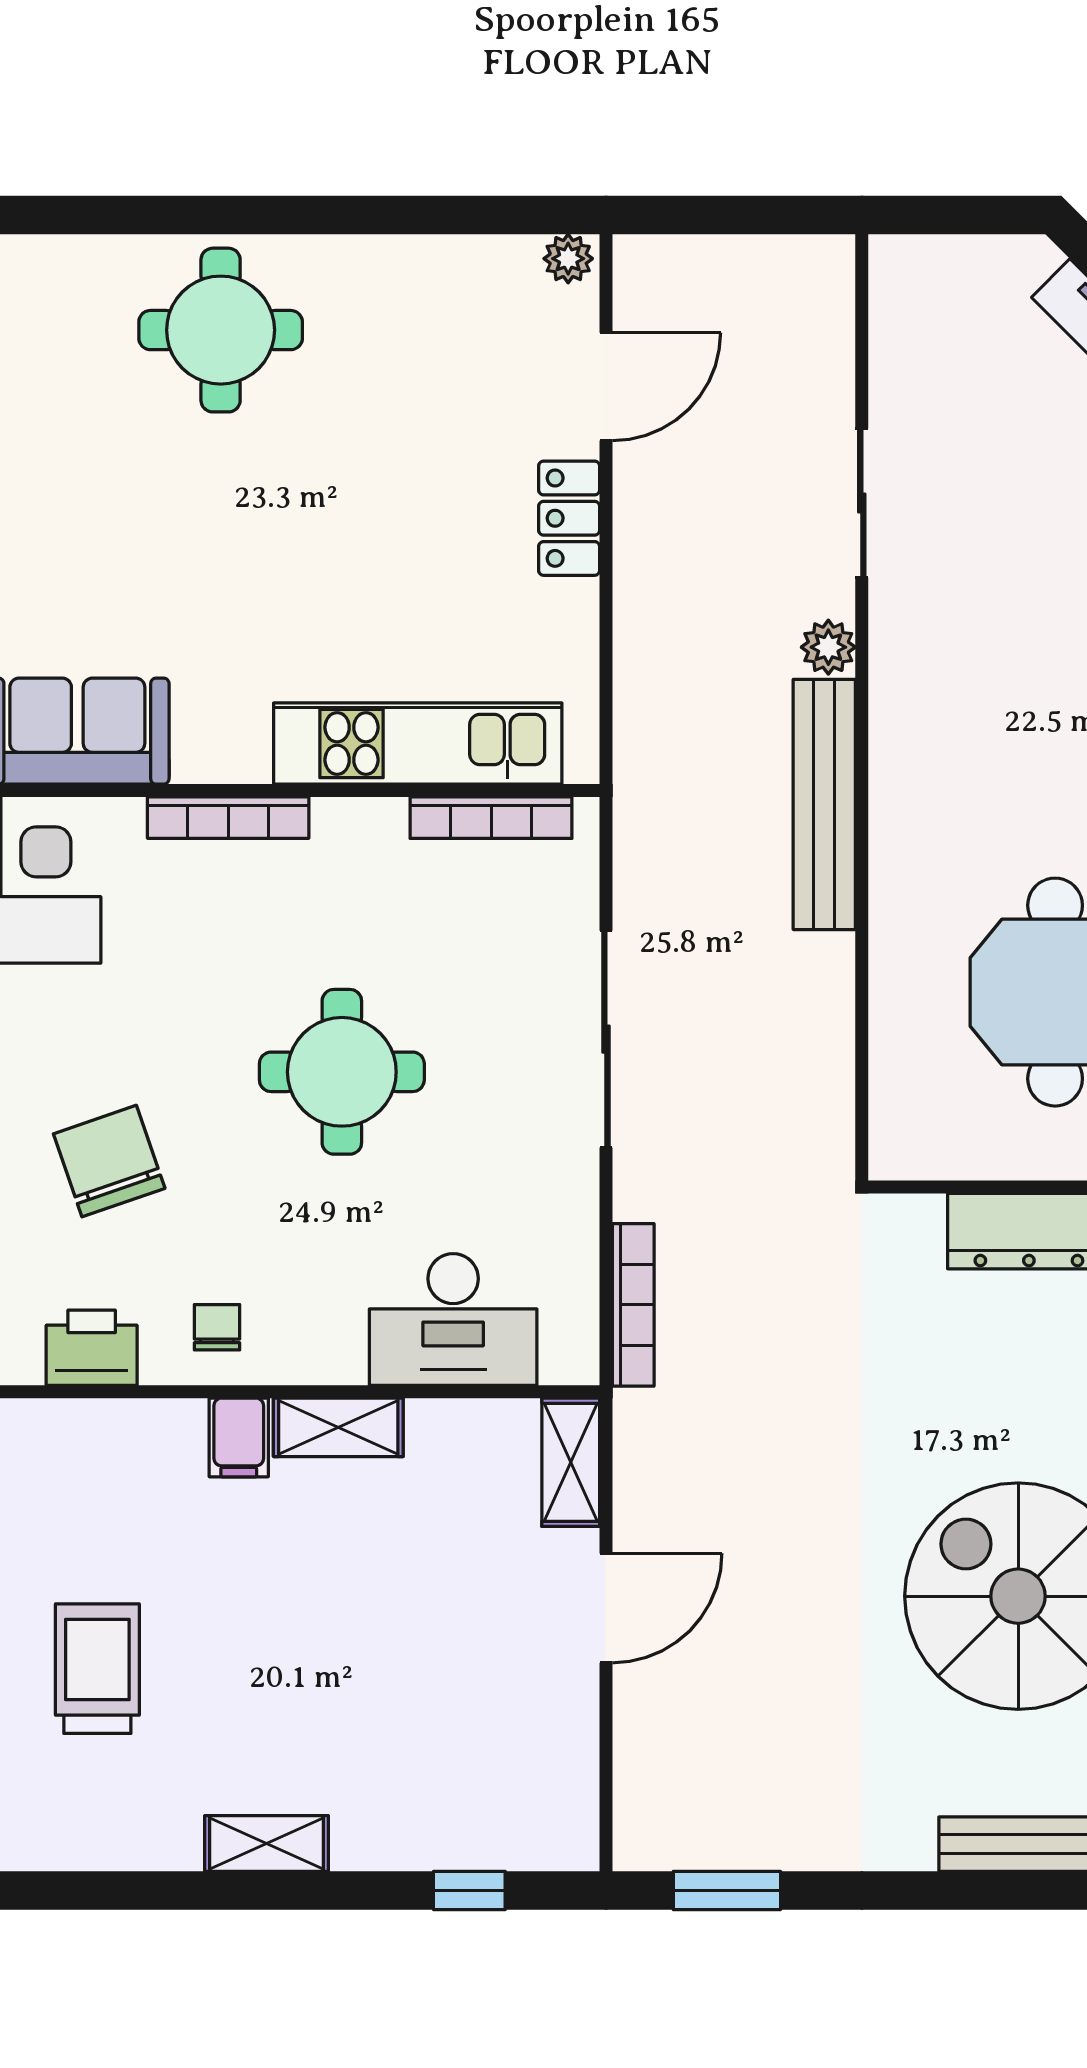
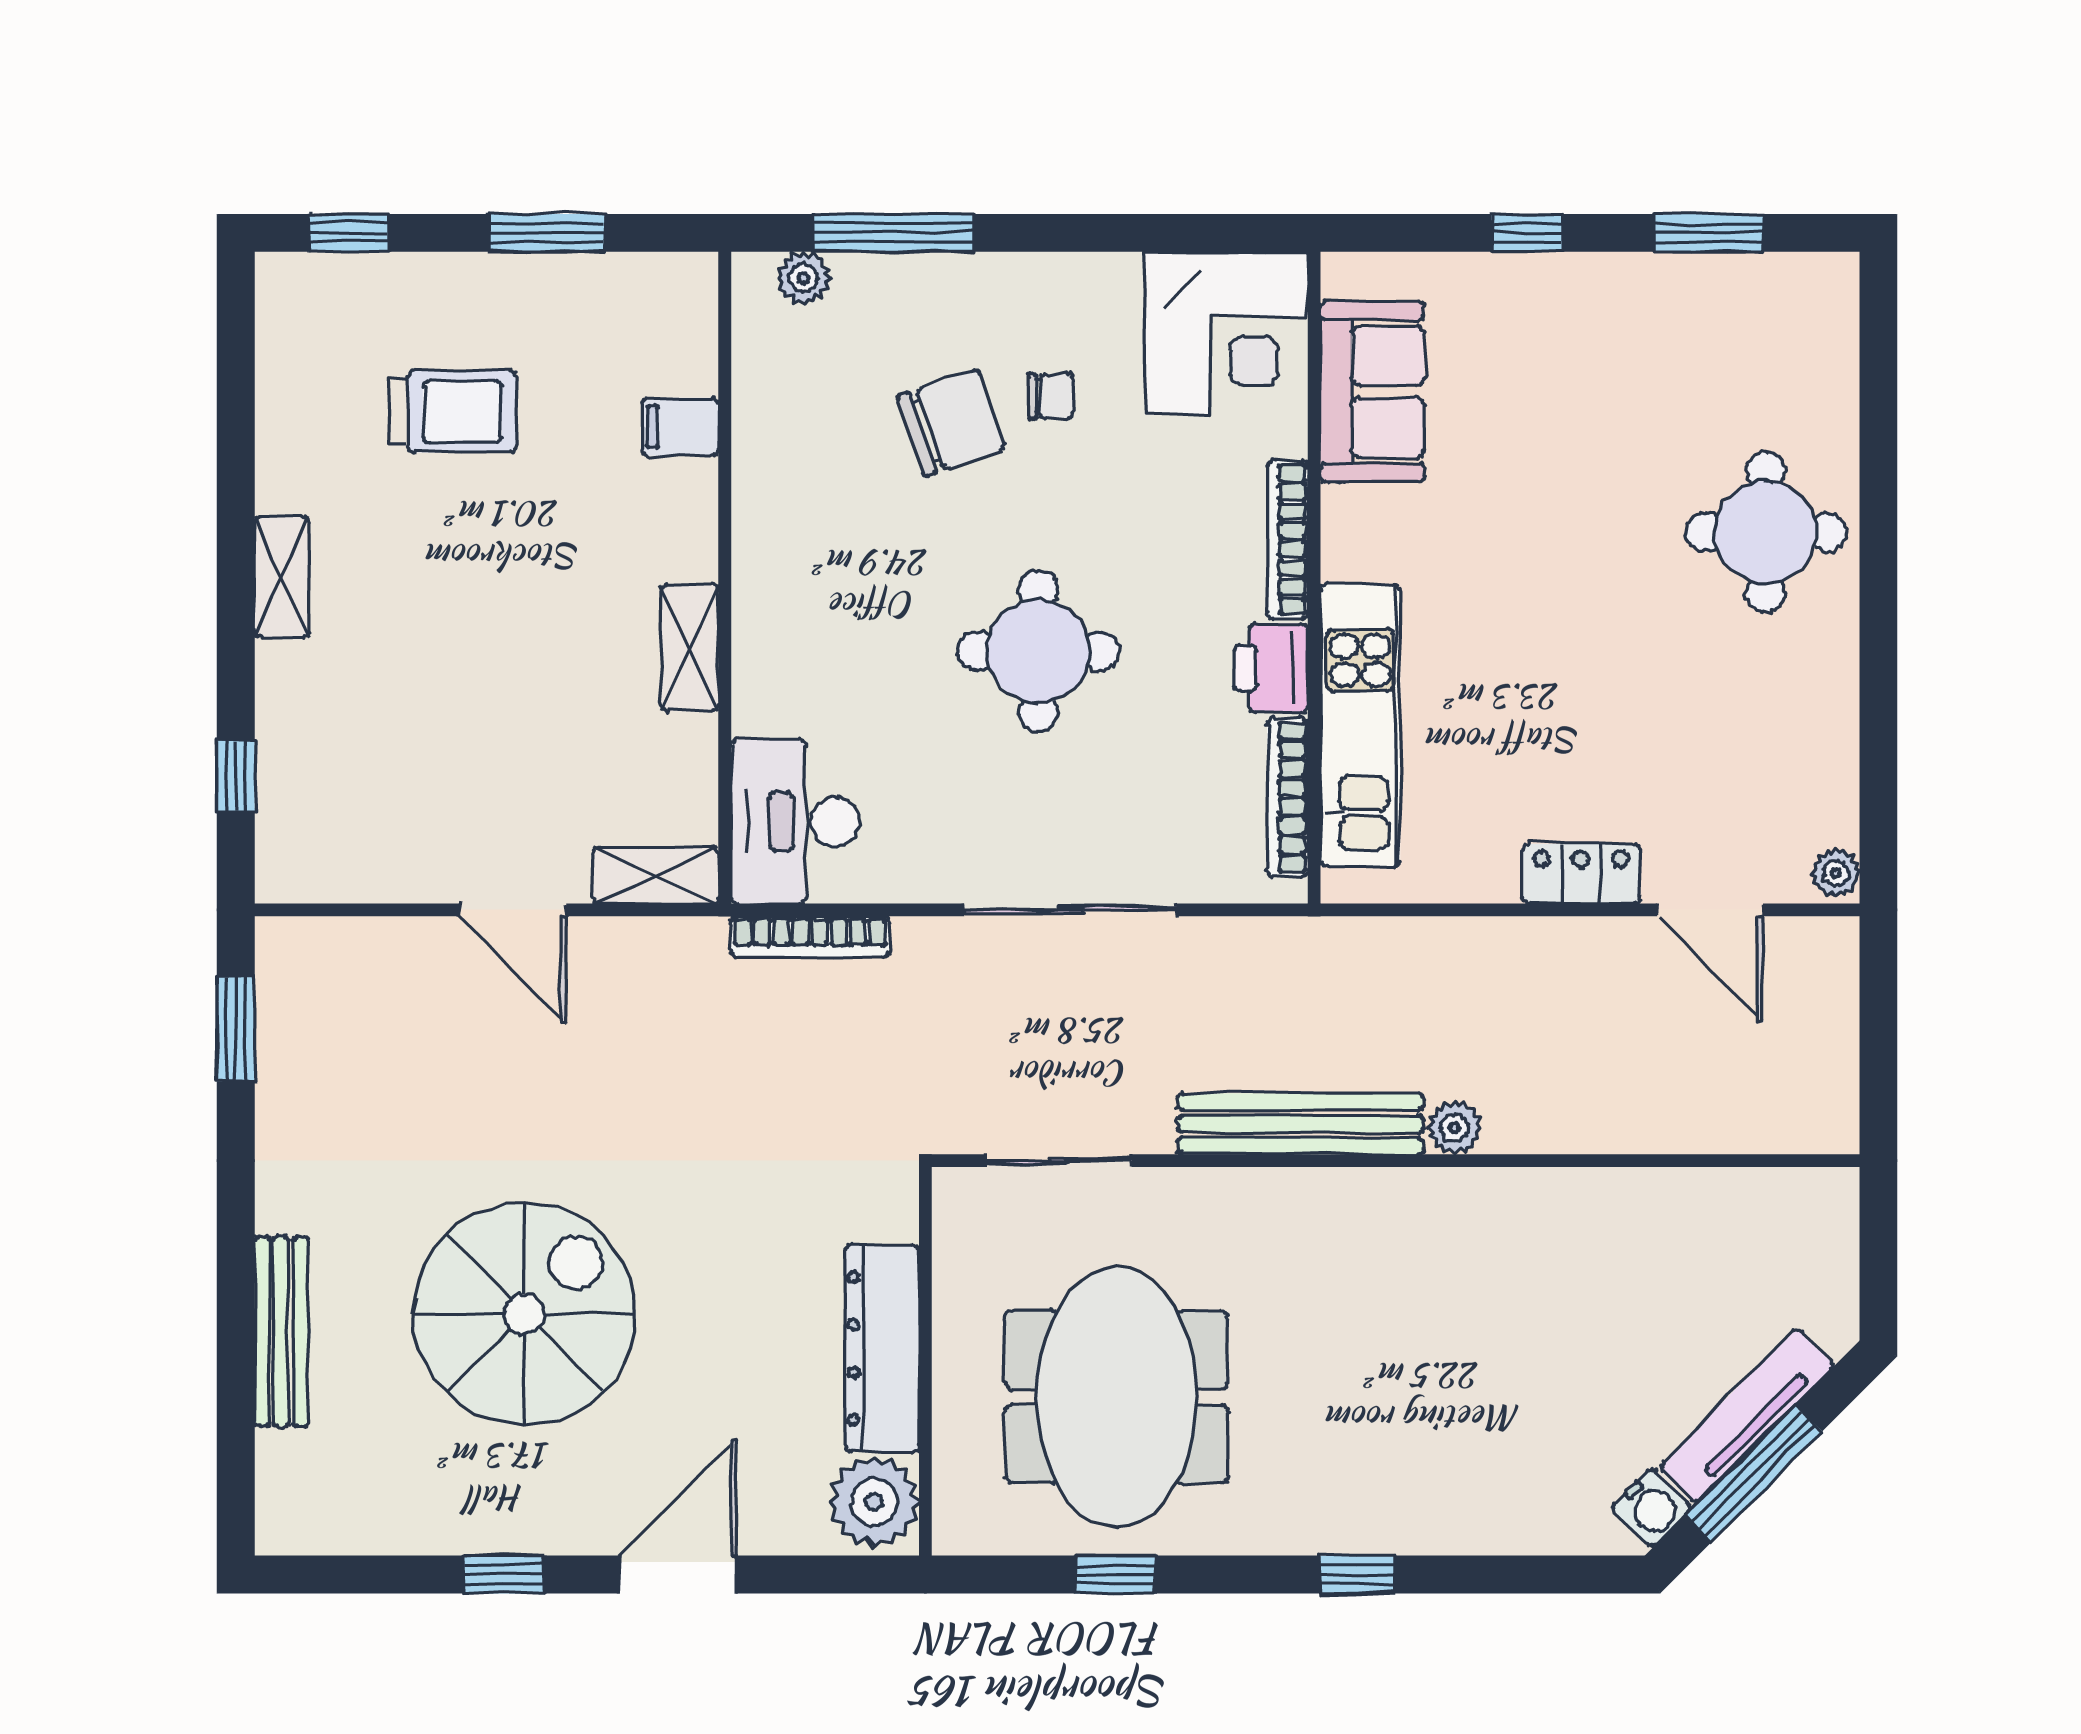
sliding door: (862, 503) -> (1058, 1161), moved
desk: (453, 1319) -> (796, 821), moved
chair: (217, 1327) -> (1051, 396), moved
printer: (92, 1348) -> (1271, 668), moved, turned 180
filing cabinet: (239, 1437) -> (680, 427), moved

